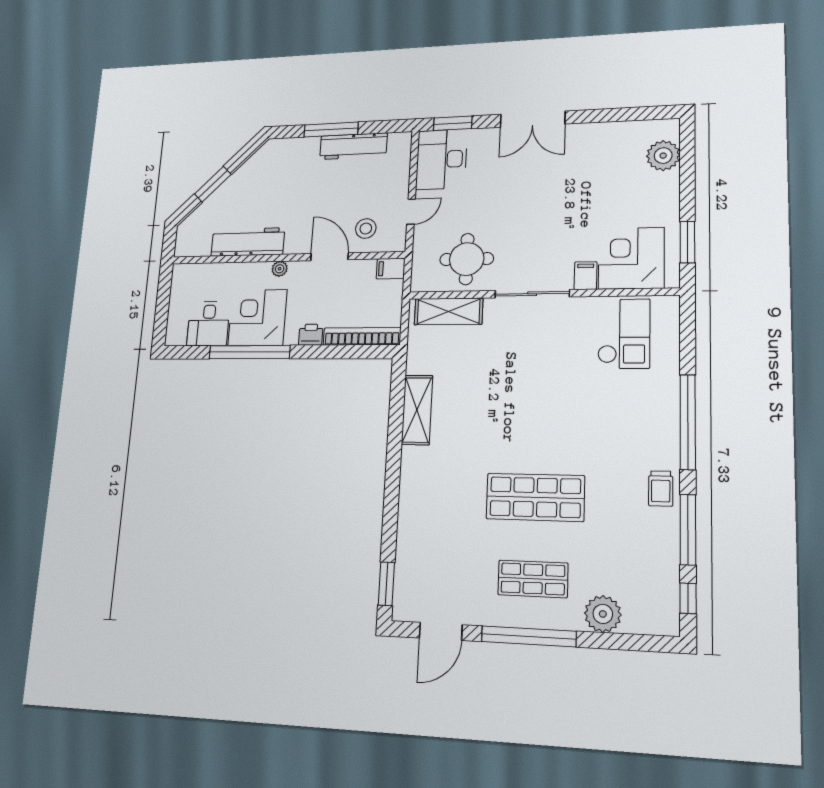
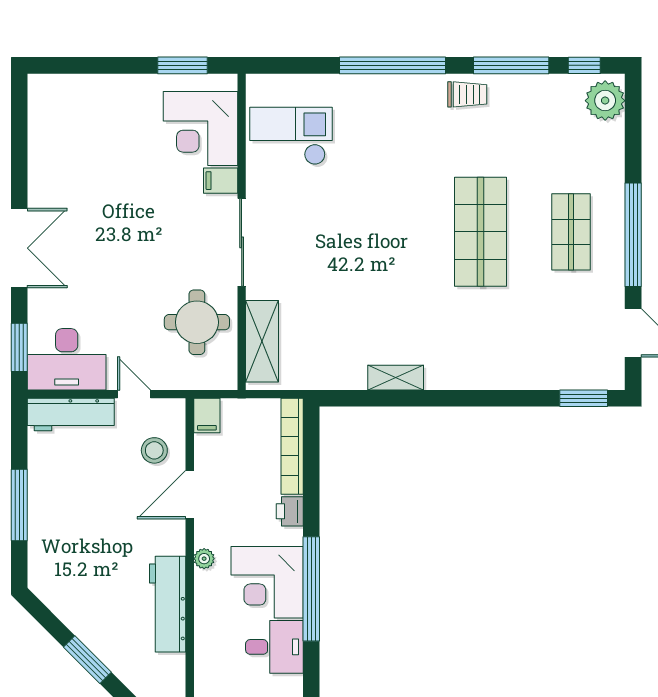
workbench: (353, 146) -> (71, 415), moved, turned 90
plant: (663, 156) -> (74, 93), removed
shelving: (417, 410) -> (396, 378), width x0.67, depth x0.75
plant: (603, 614) -> (605, 101), moved

